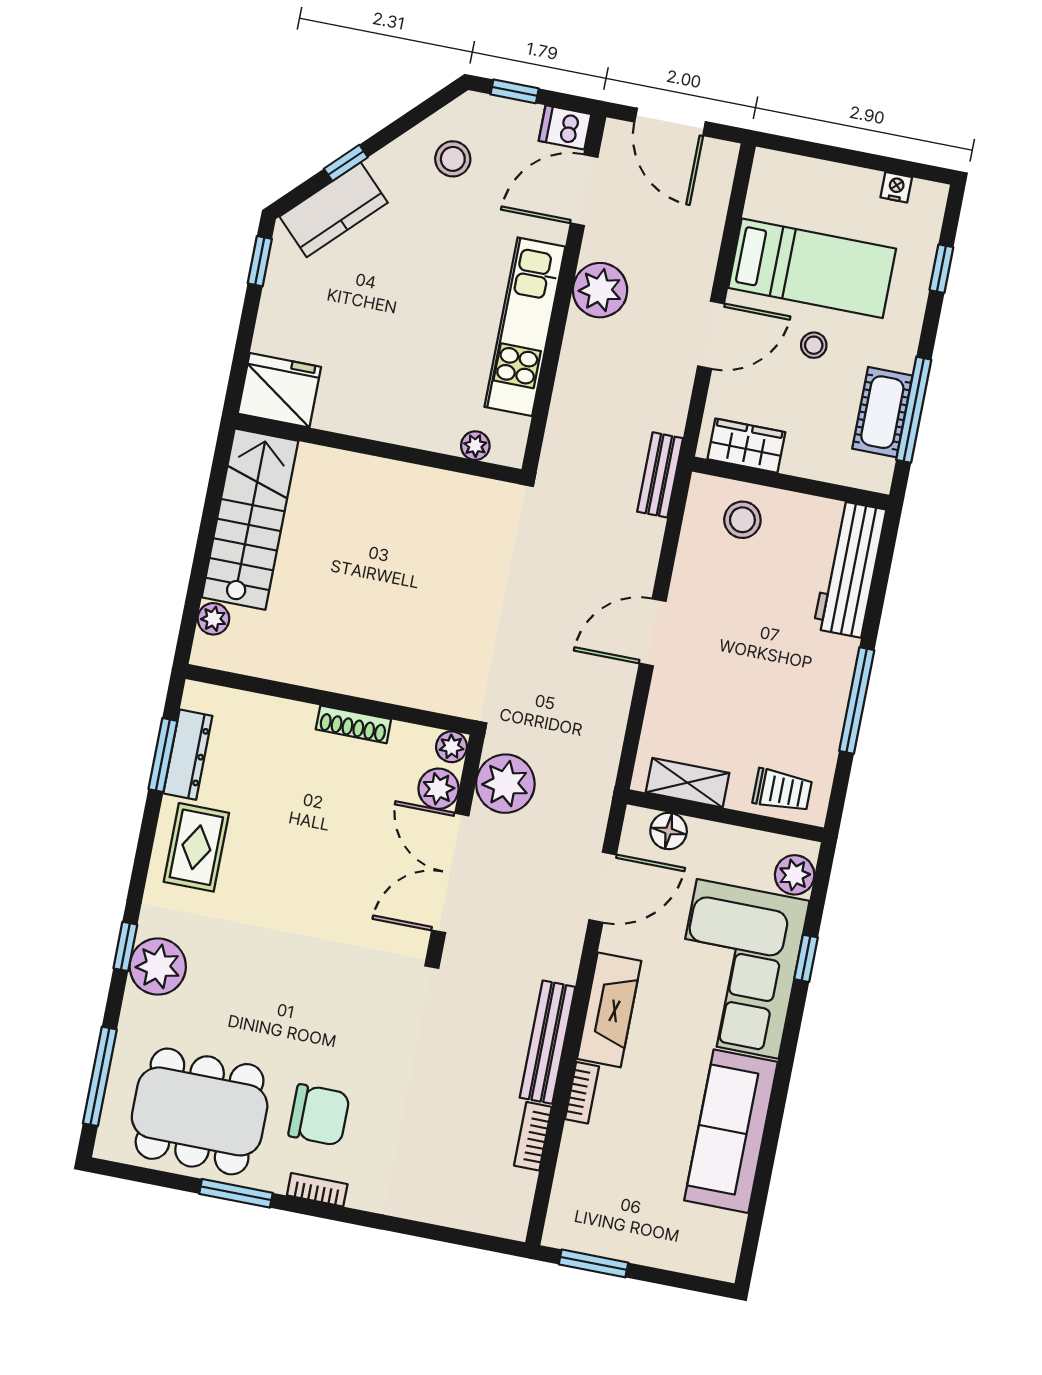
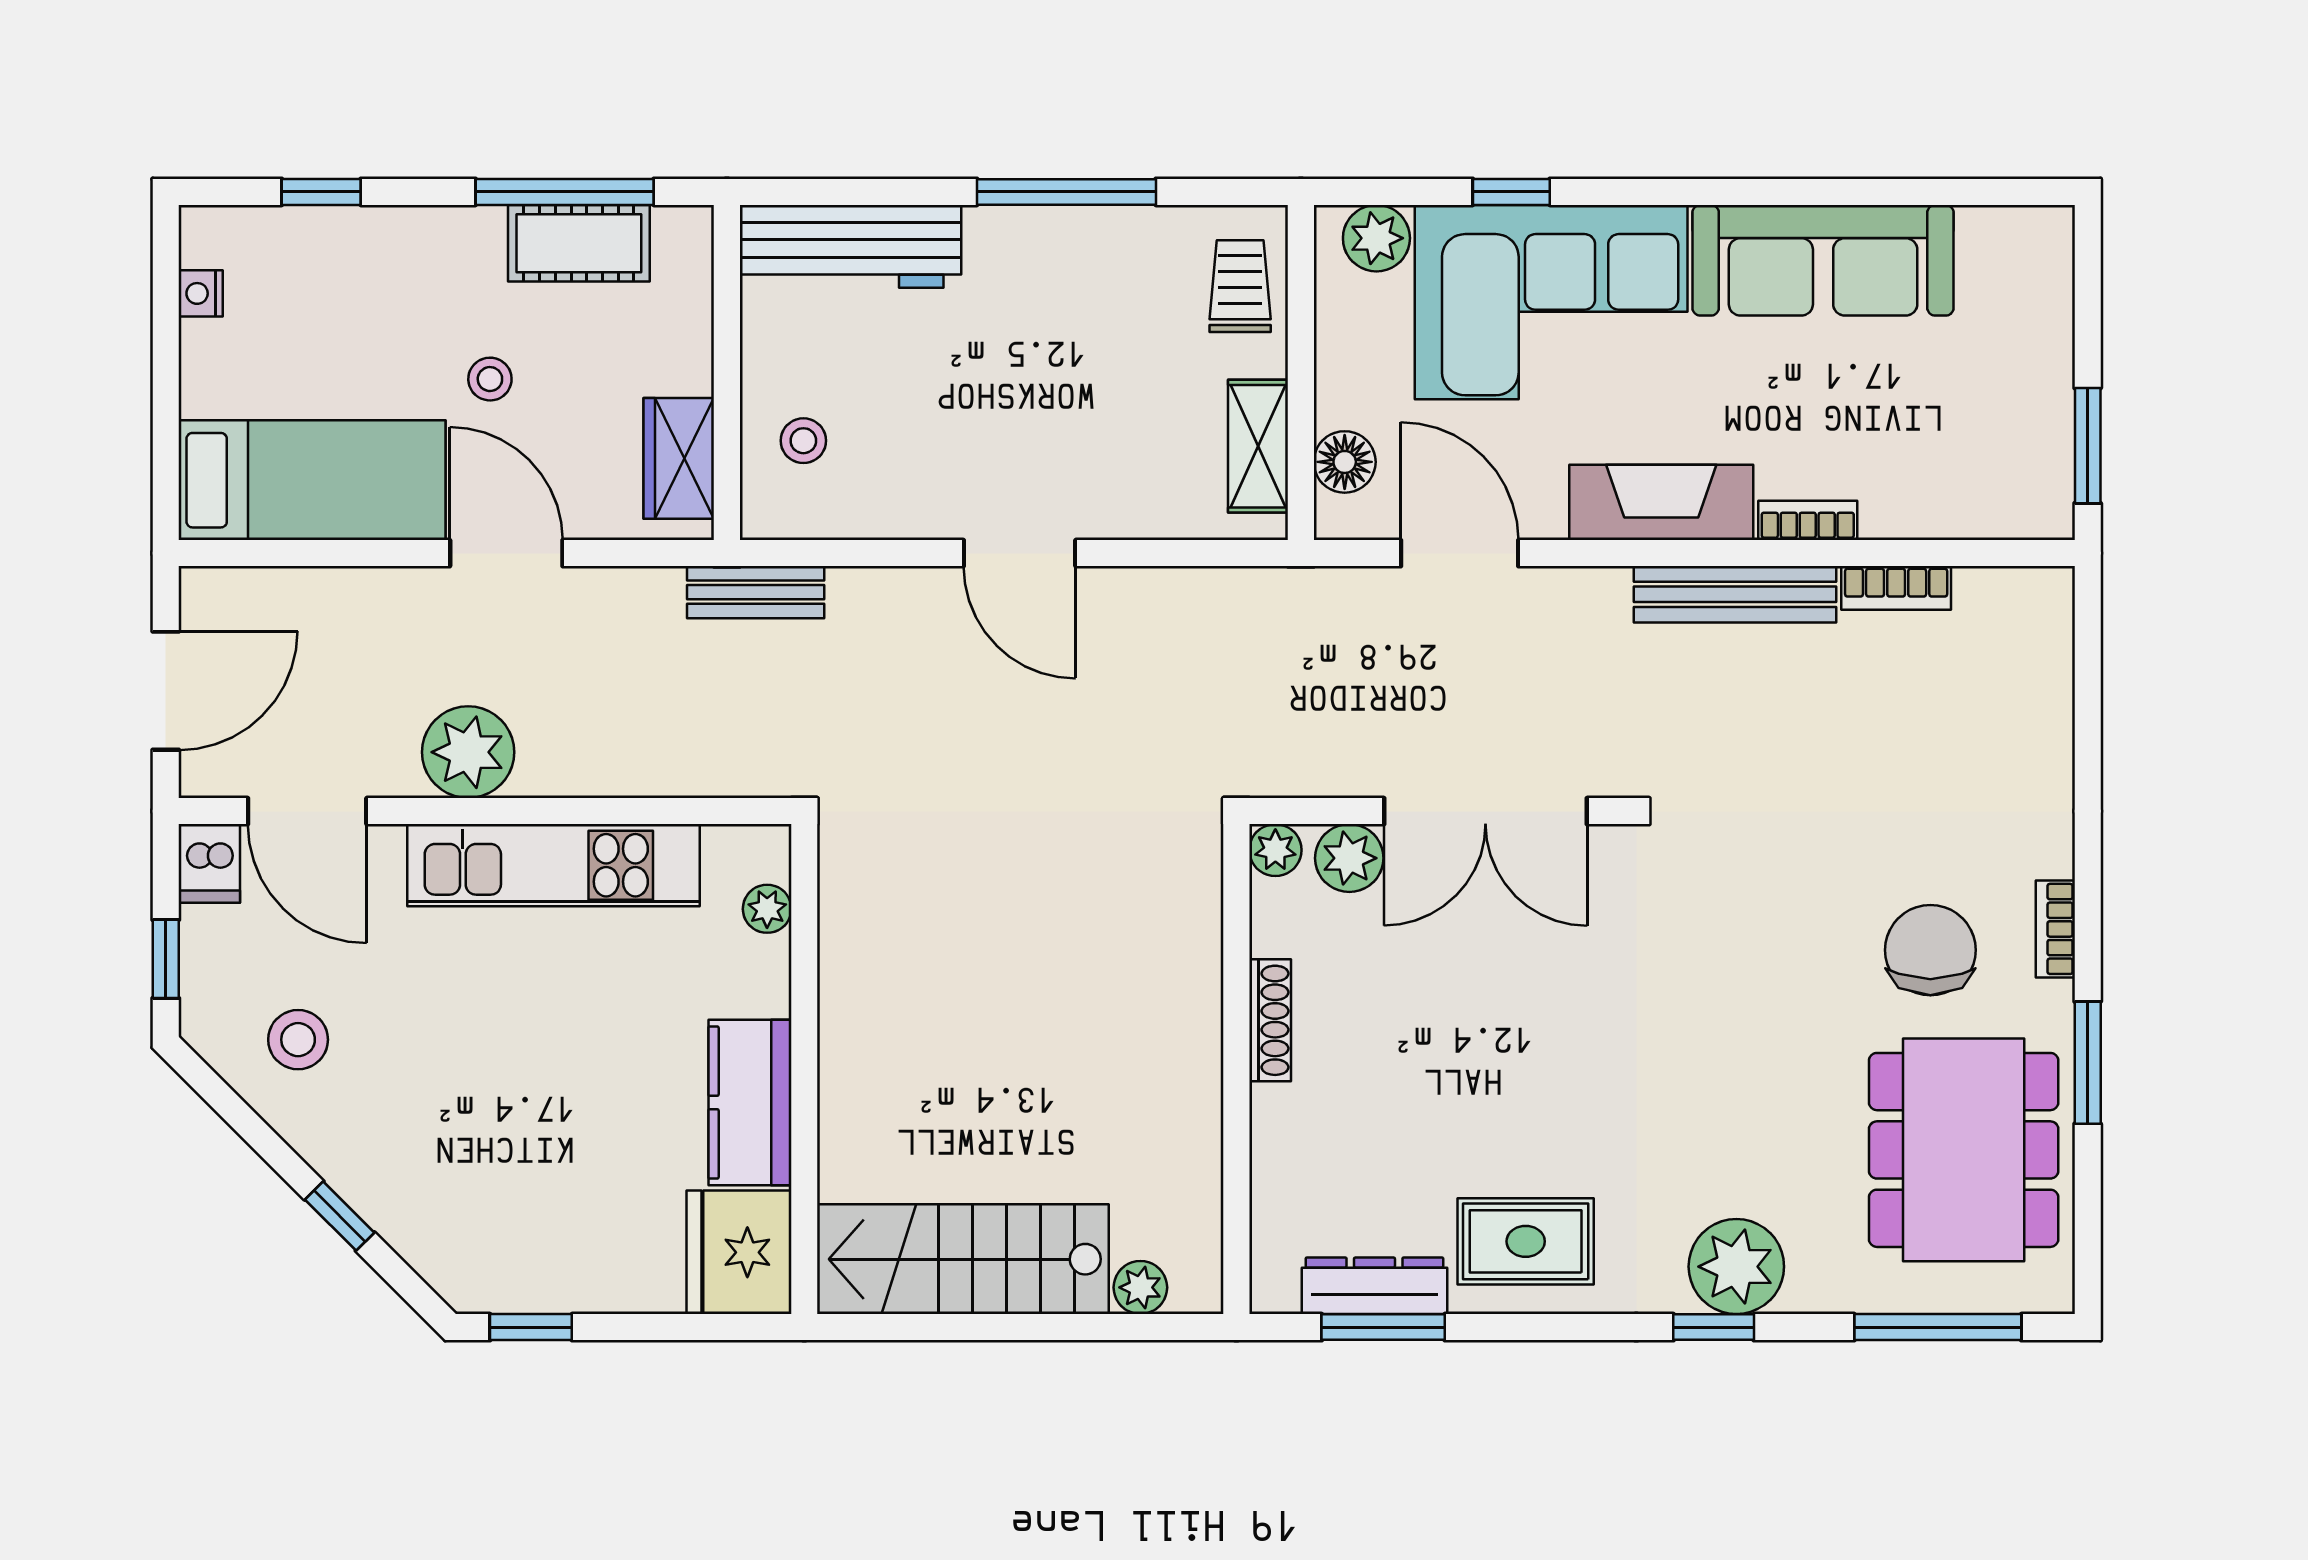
kitchen counter: (334, 210) -> (750, 1102), moved, turned -135
bed: (812, 268) -> (312, 480), moved, turned 90
stool: (742, 520) -> (803, 441), width x0.73, depth x0.73
plant: (505, 784) -> (1319, 749), removed

